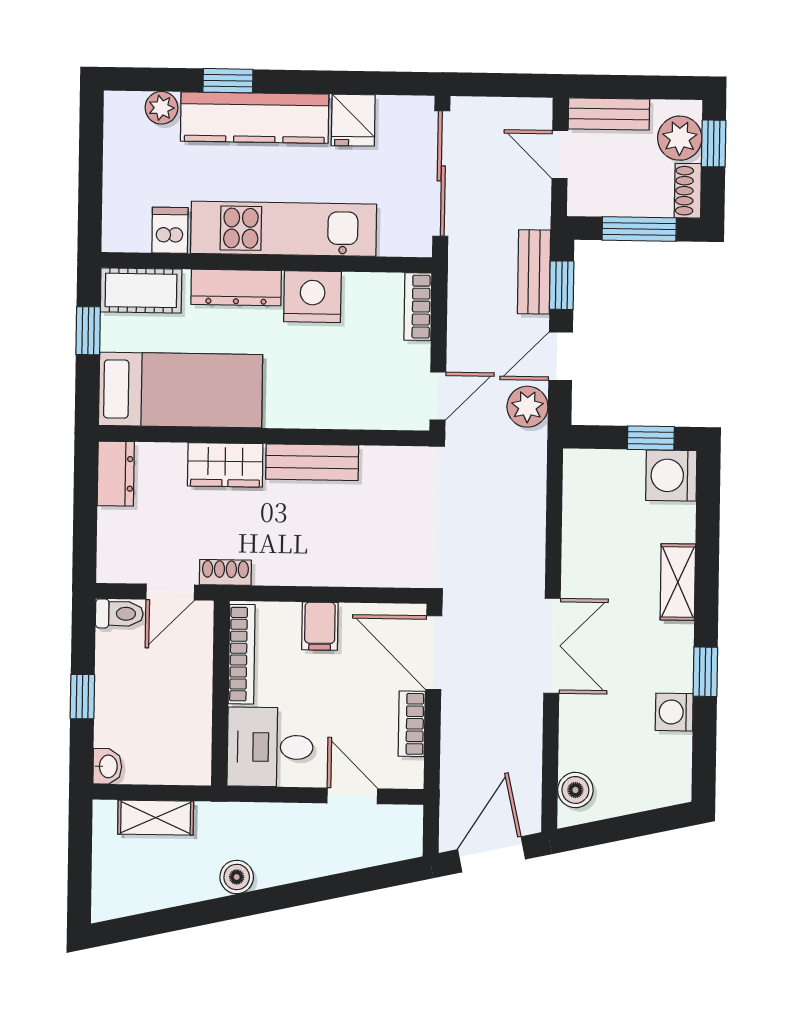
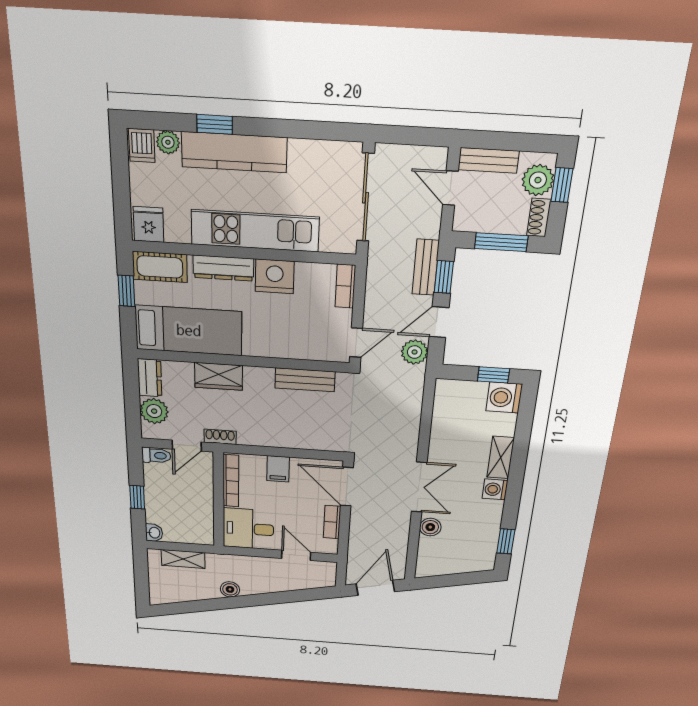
fridge: (353, 120) -> (149, 225), moved, turned 180
dishwasher: (170, 230) -> (142, 145), moved, turned 180
bench: (312, 462) -> (305, 380), moved
plant: (120, 532) -> (154, 411), added
window: (705, 672) -> (506, 541), moved
washing machine: (674, 712) -> (495, 489), moved
boiler: (575, 790) -> (430, 527), moved

